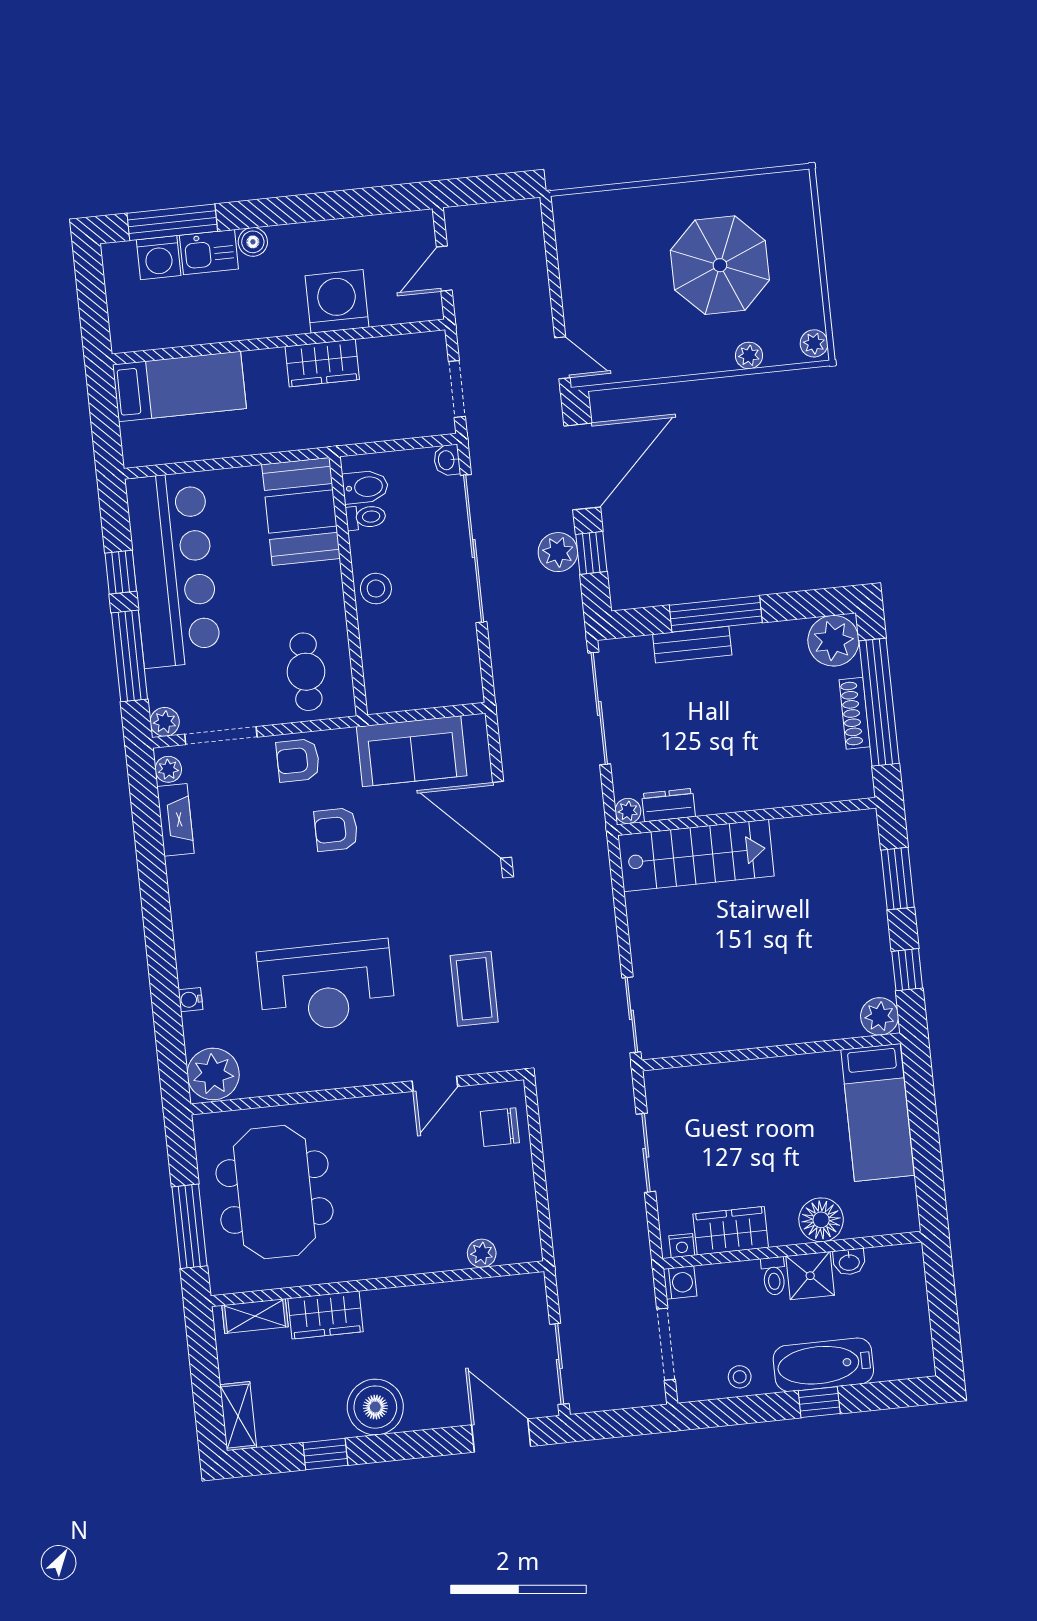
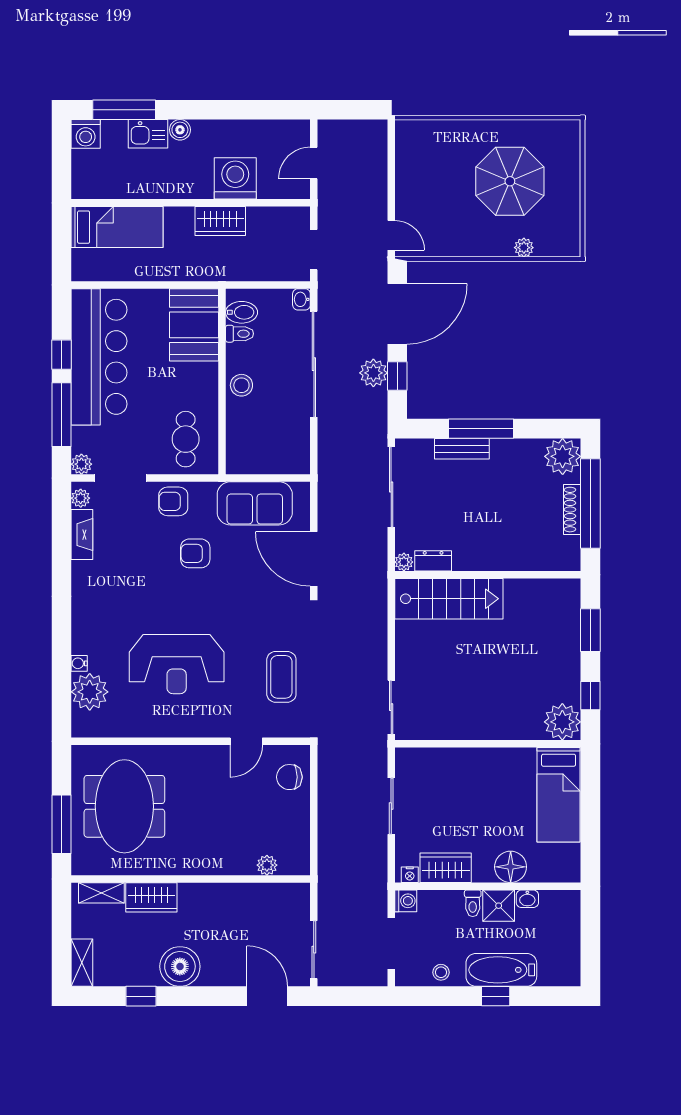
washing machine: (159, 258) -> (86, 134), moved
plant: (814, 343) -> (571, 244), removed
plant: (880, 1016) -> (562, 722), width x1.36, depth x1.36
plant: (213, 1074) -> (90, 692), moved

